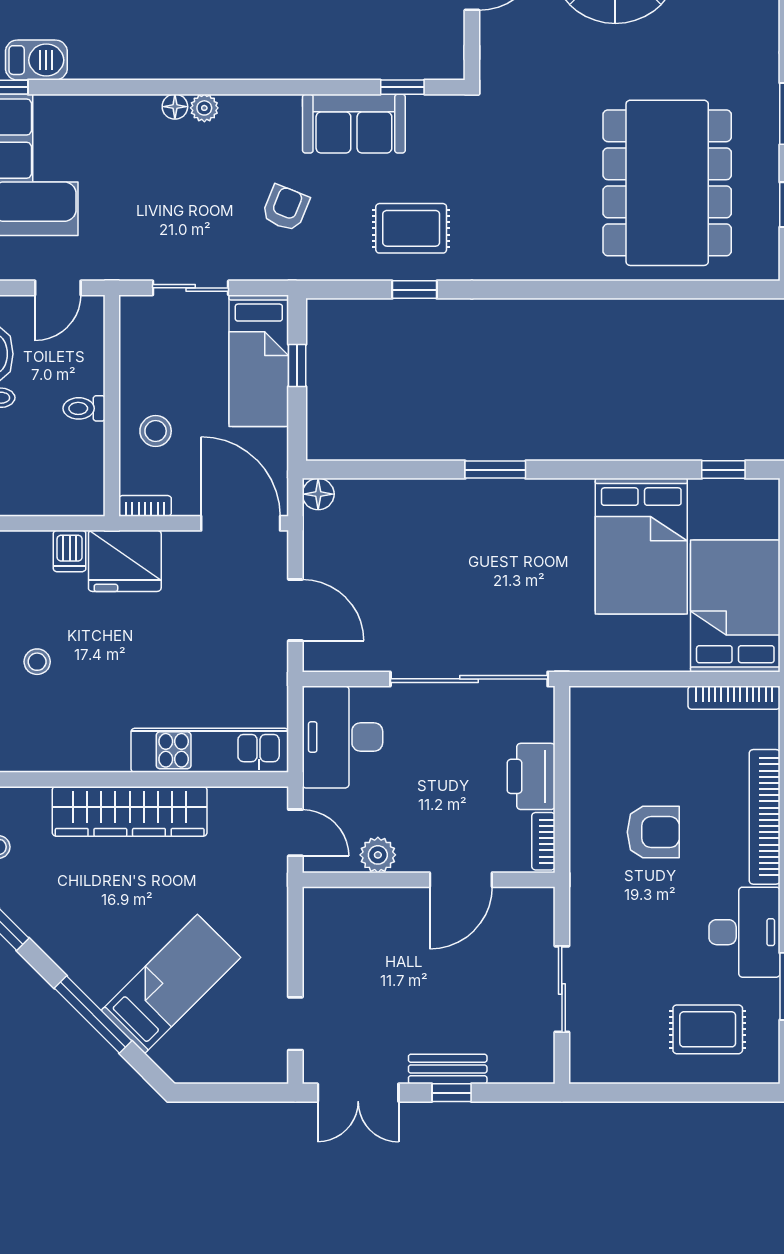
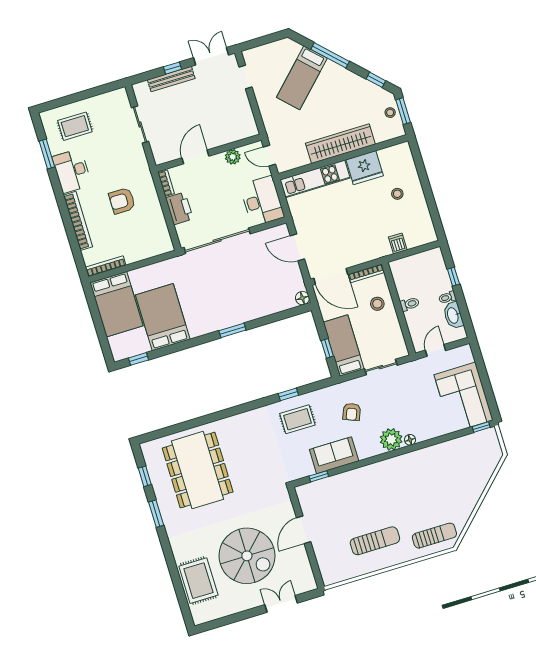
barbecue: (36, 60) -> (473, 442), removed
plant: (204, 108) -> (391, 439), width x1.87, depth x1.87
bookcase: (145, 506) -> (366, 273), width x1.56
fridge: (125, 561) -> (365, 168), moved, turned 180
bench: (448, 1069) -> (171, 79), width x1.36

